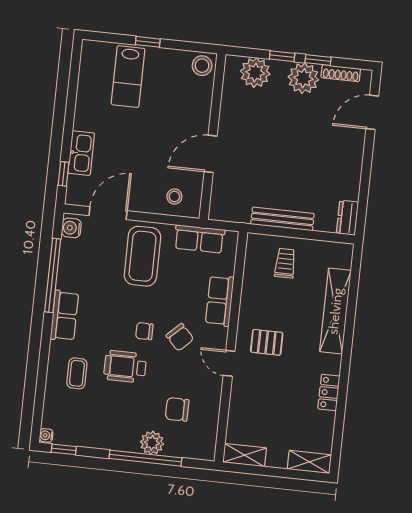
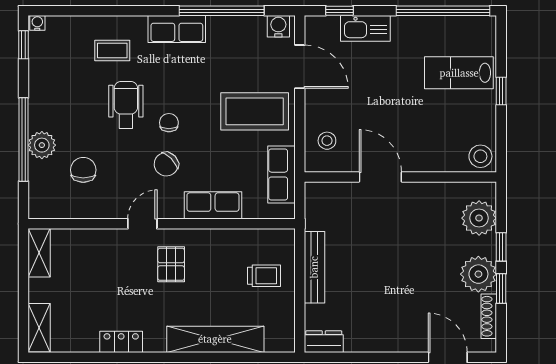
window: (73, 85) -> (443, 11), added

